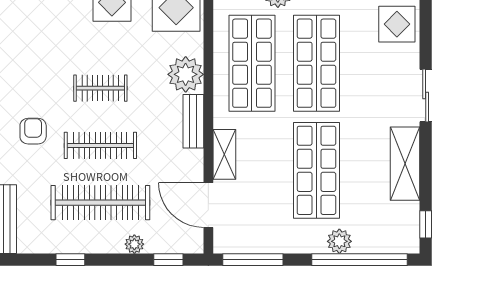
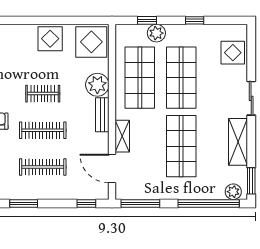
clothes rail: (100, 203) -> (43, 167), width x0.73, depth x0.76
window: (426, 224) -> (251, 181), width x1.50
plant: (339, 241) -> (233, 192), moved
plant: (134, 244) -> (65, 194), removed
window: (70, 260) -> (24, 203), width x1.50

